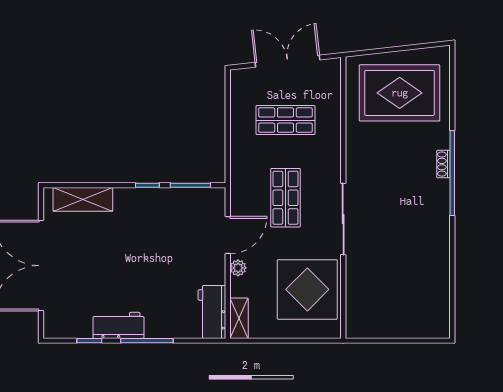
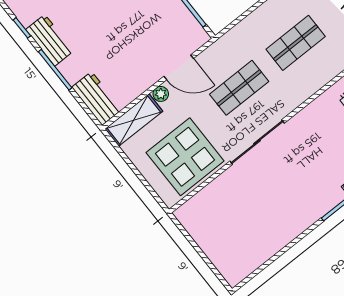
shop shelf: (285, 120) -> (296, 43), turned 90
workbench: (212, 312) -> (97, 99), moved, turned 90
shelving: (239, 318) -> (134, 120), width x1.50, depth x1.33

